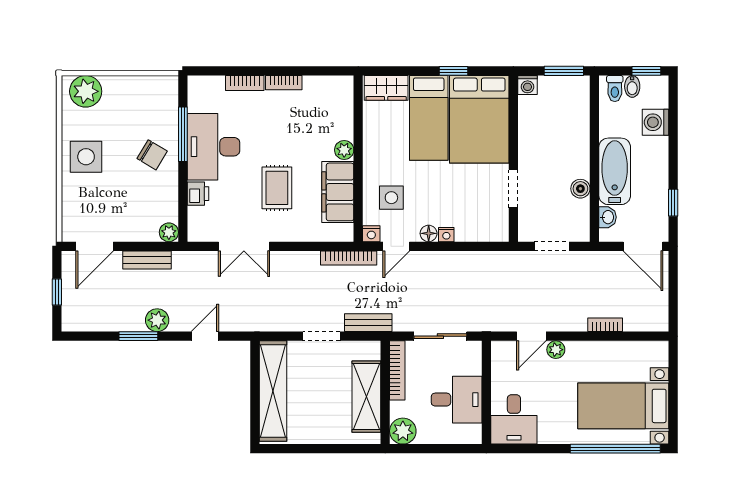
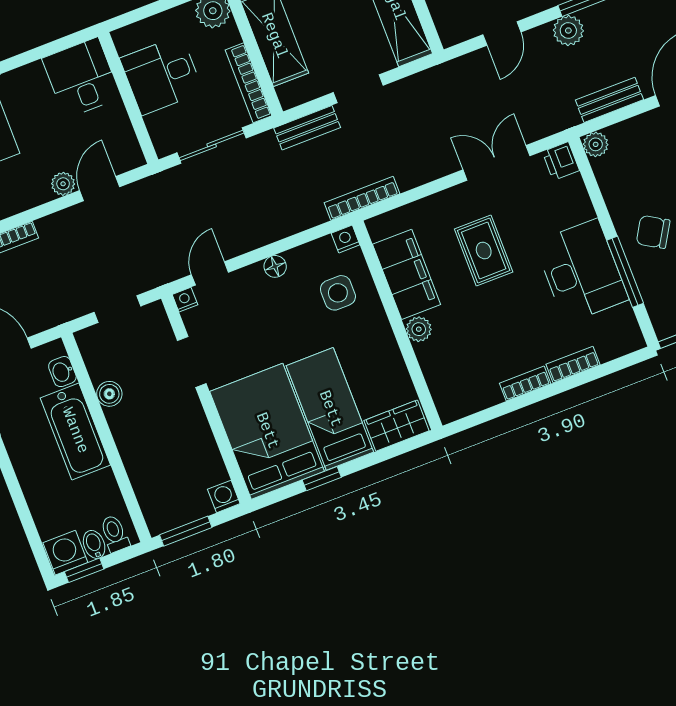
washing machine: (655, 122) -> (65, 553), moved, turned -90
printer: (198, 194) -> (561, 161), moved
nightstand: (446, 235) -> (185, 300), moved
door: (396, 246) -> (210, 273), moved

